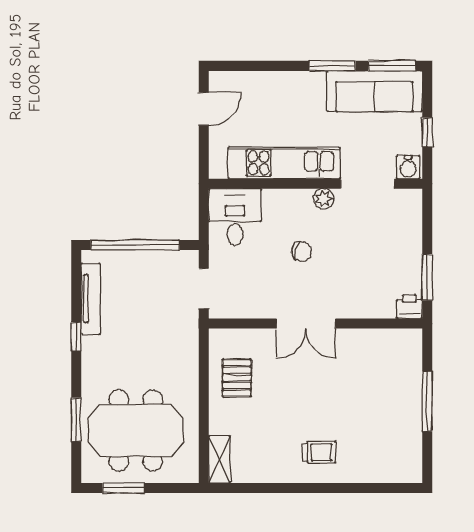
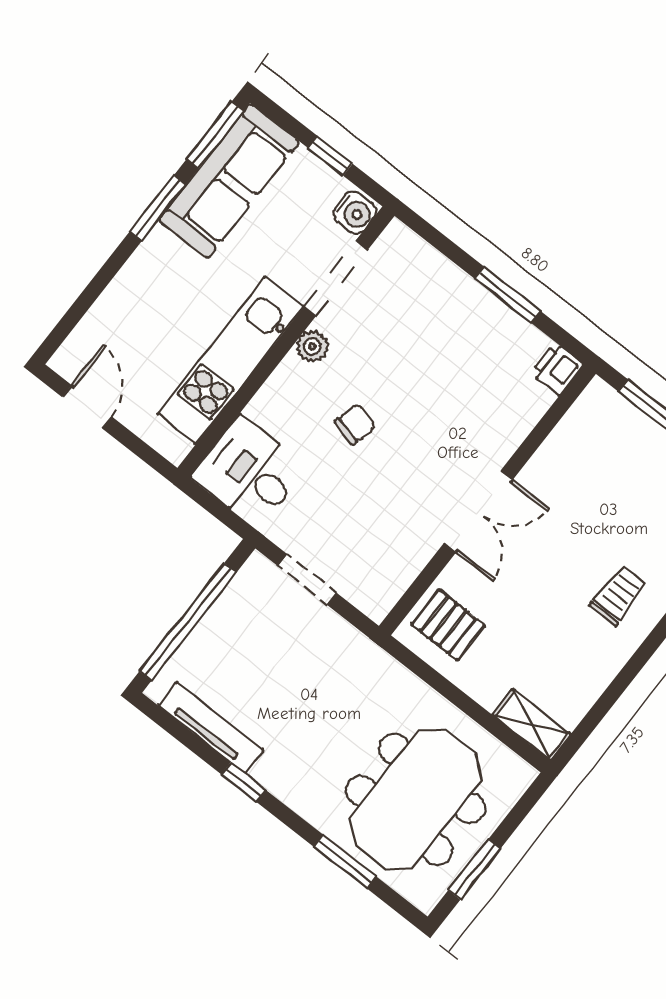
printer: (409, 307) -> (557, 369), moved
double door: (306, 324) -> (478, 512), moved
wall: (315, 324) -> (487, 500), moved

